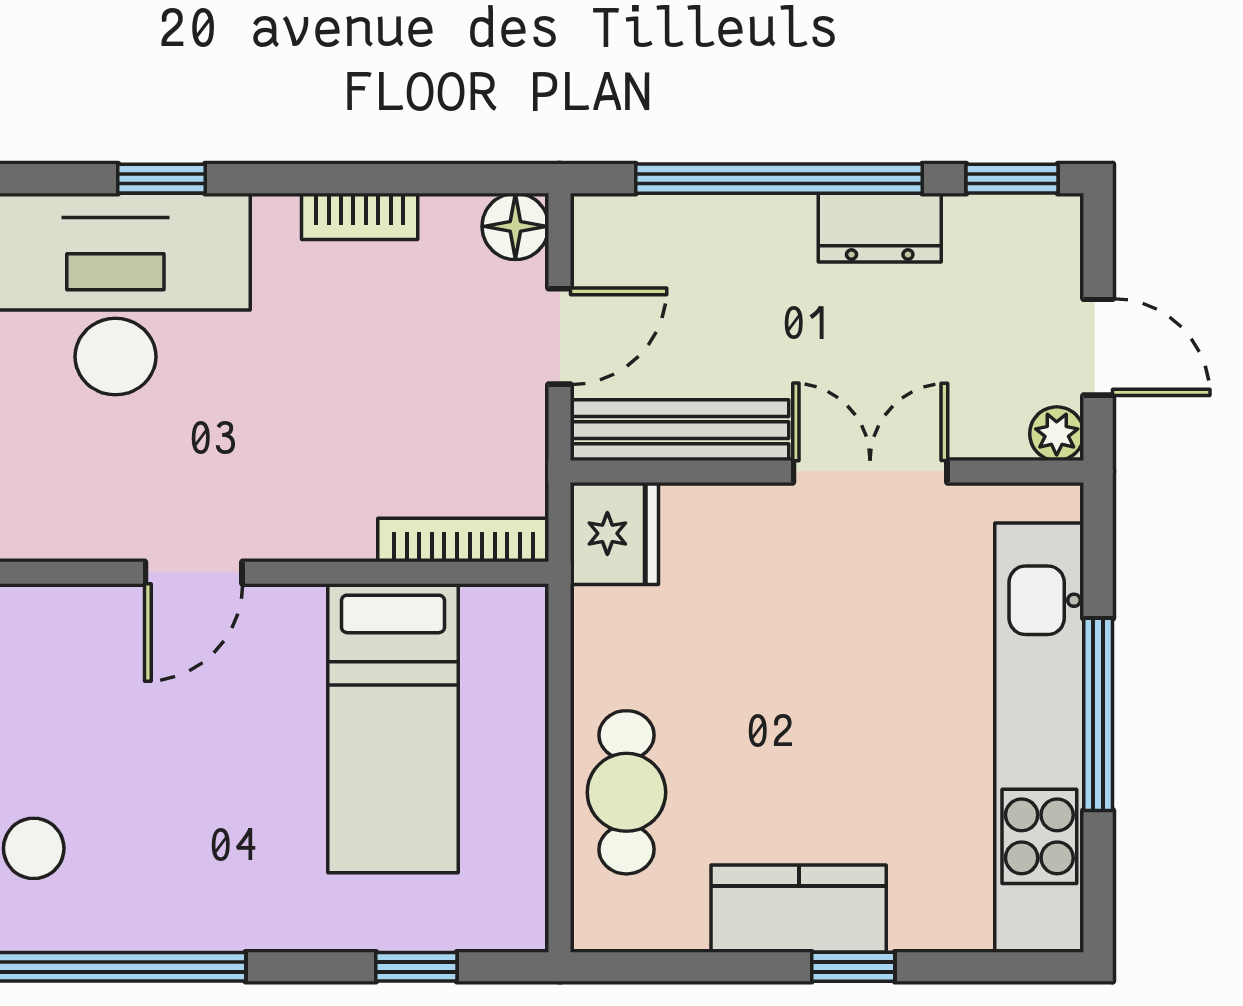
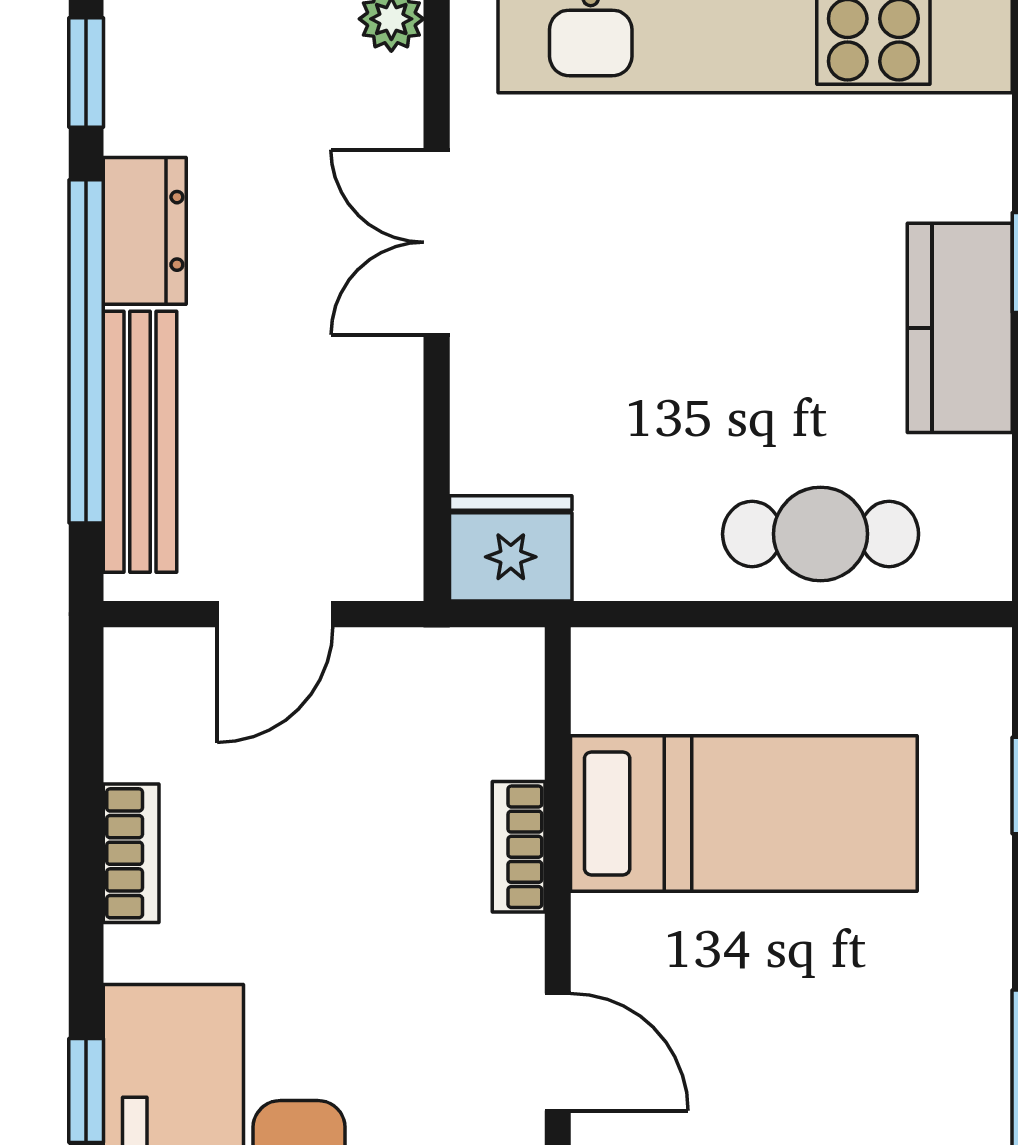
floor lamp: (515, 226) -> (143, 667), removed
door: (560, 336) -> (275, 614), swing flipped
bench: (679, 430) -> (140, 442), moved
bookcase: (463, 540) -> (519, 847), moved, width x0.64

